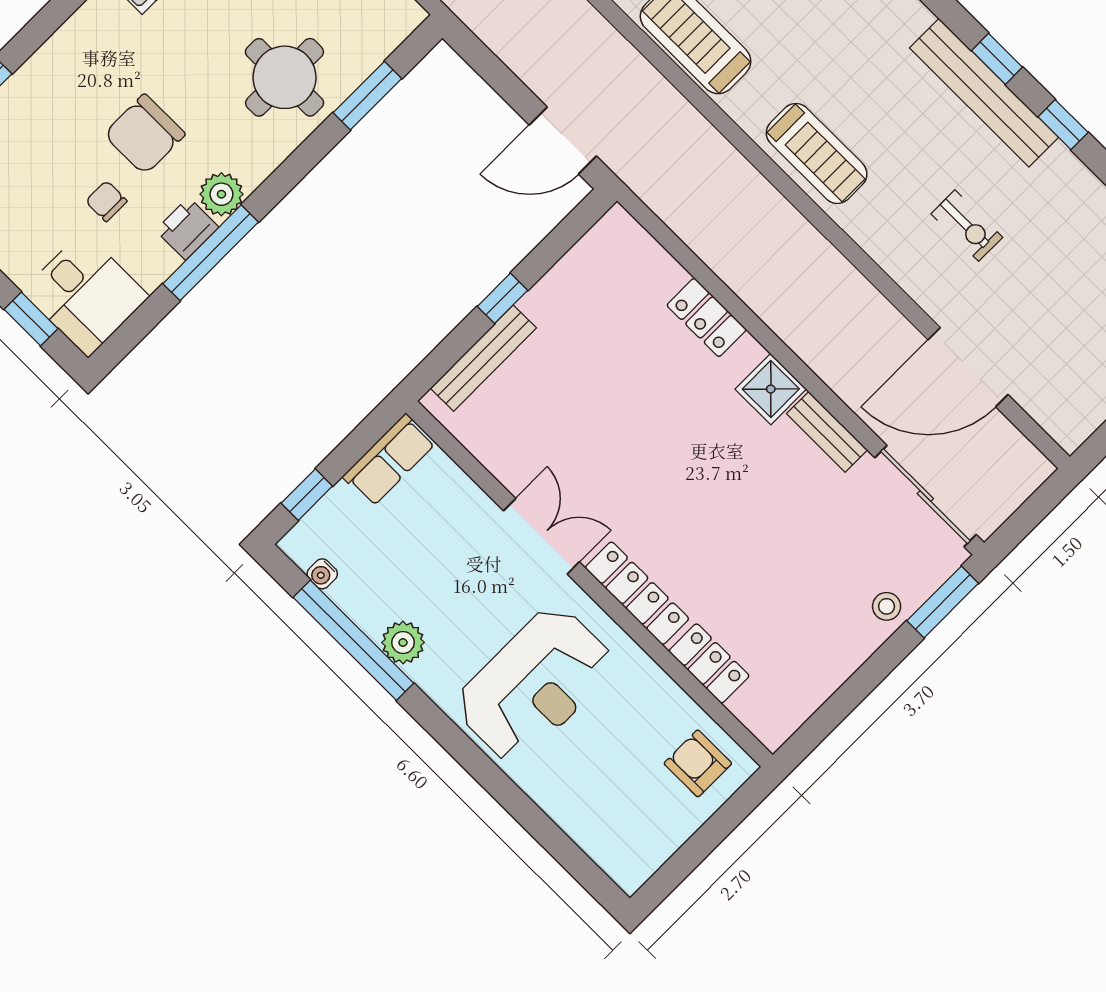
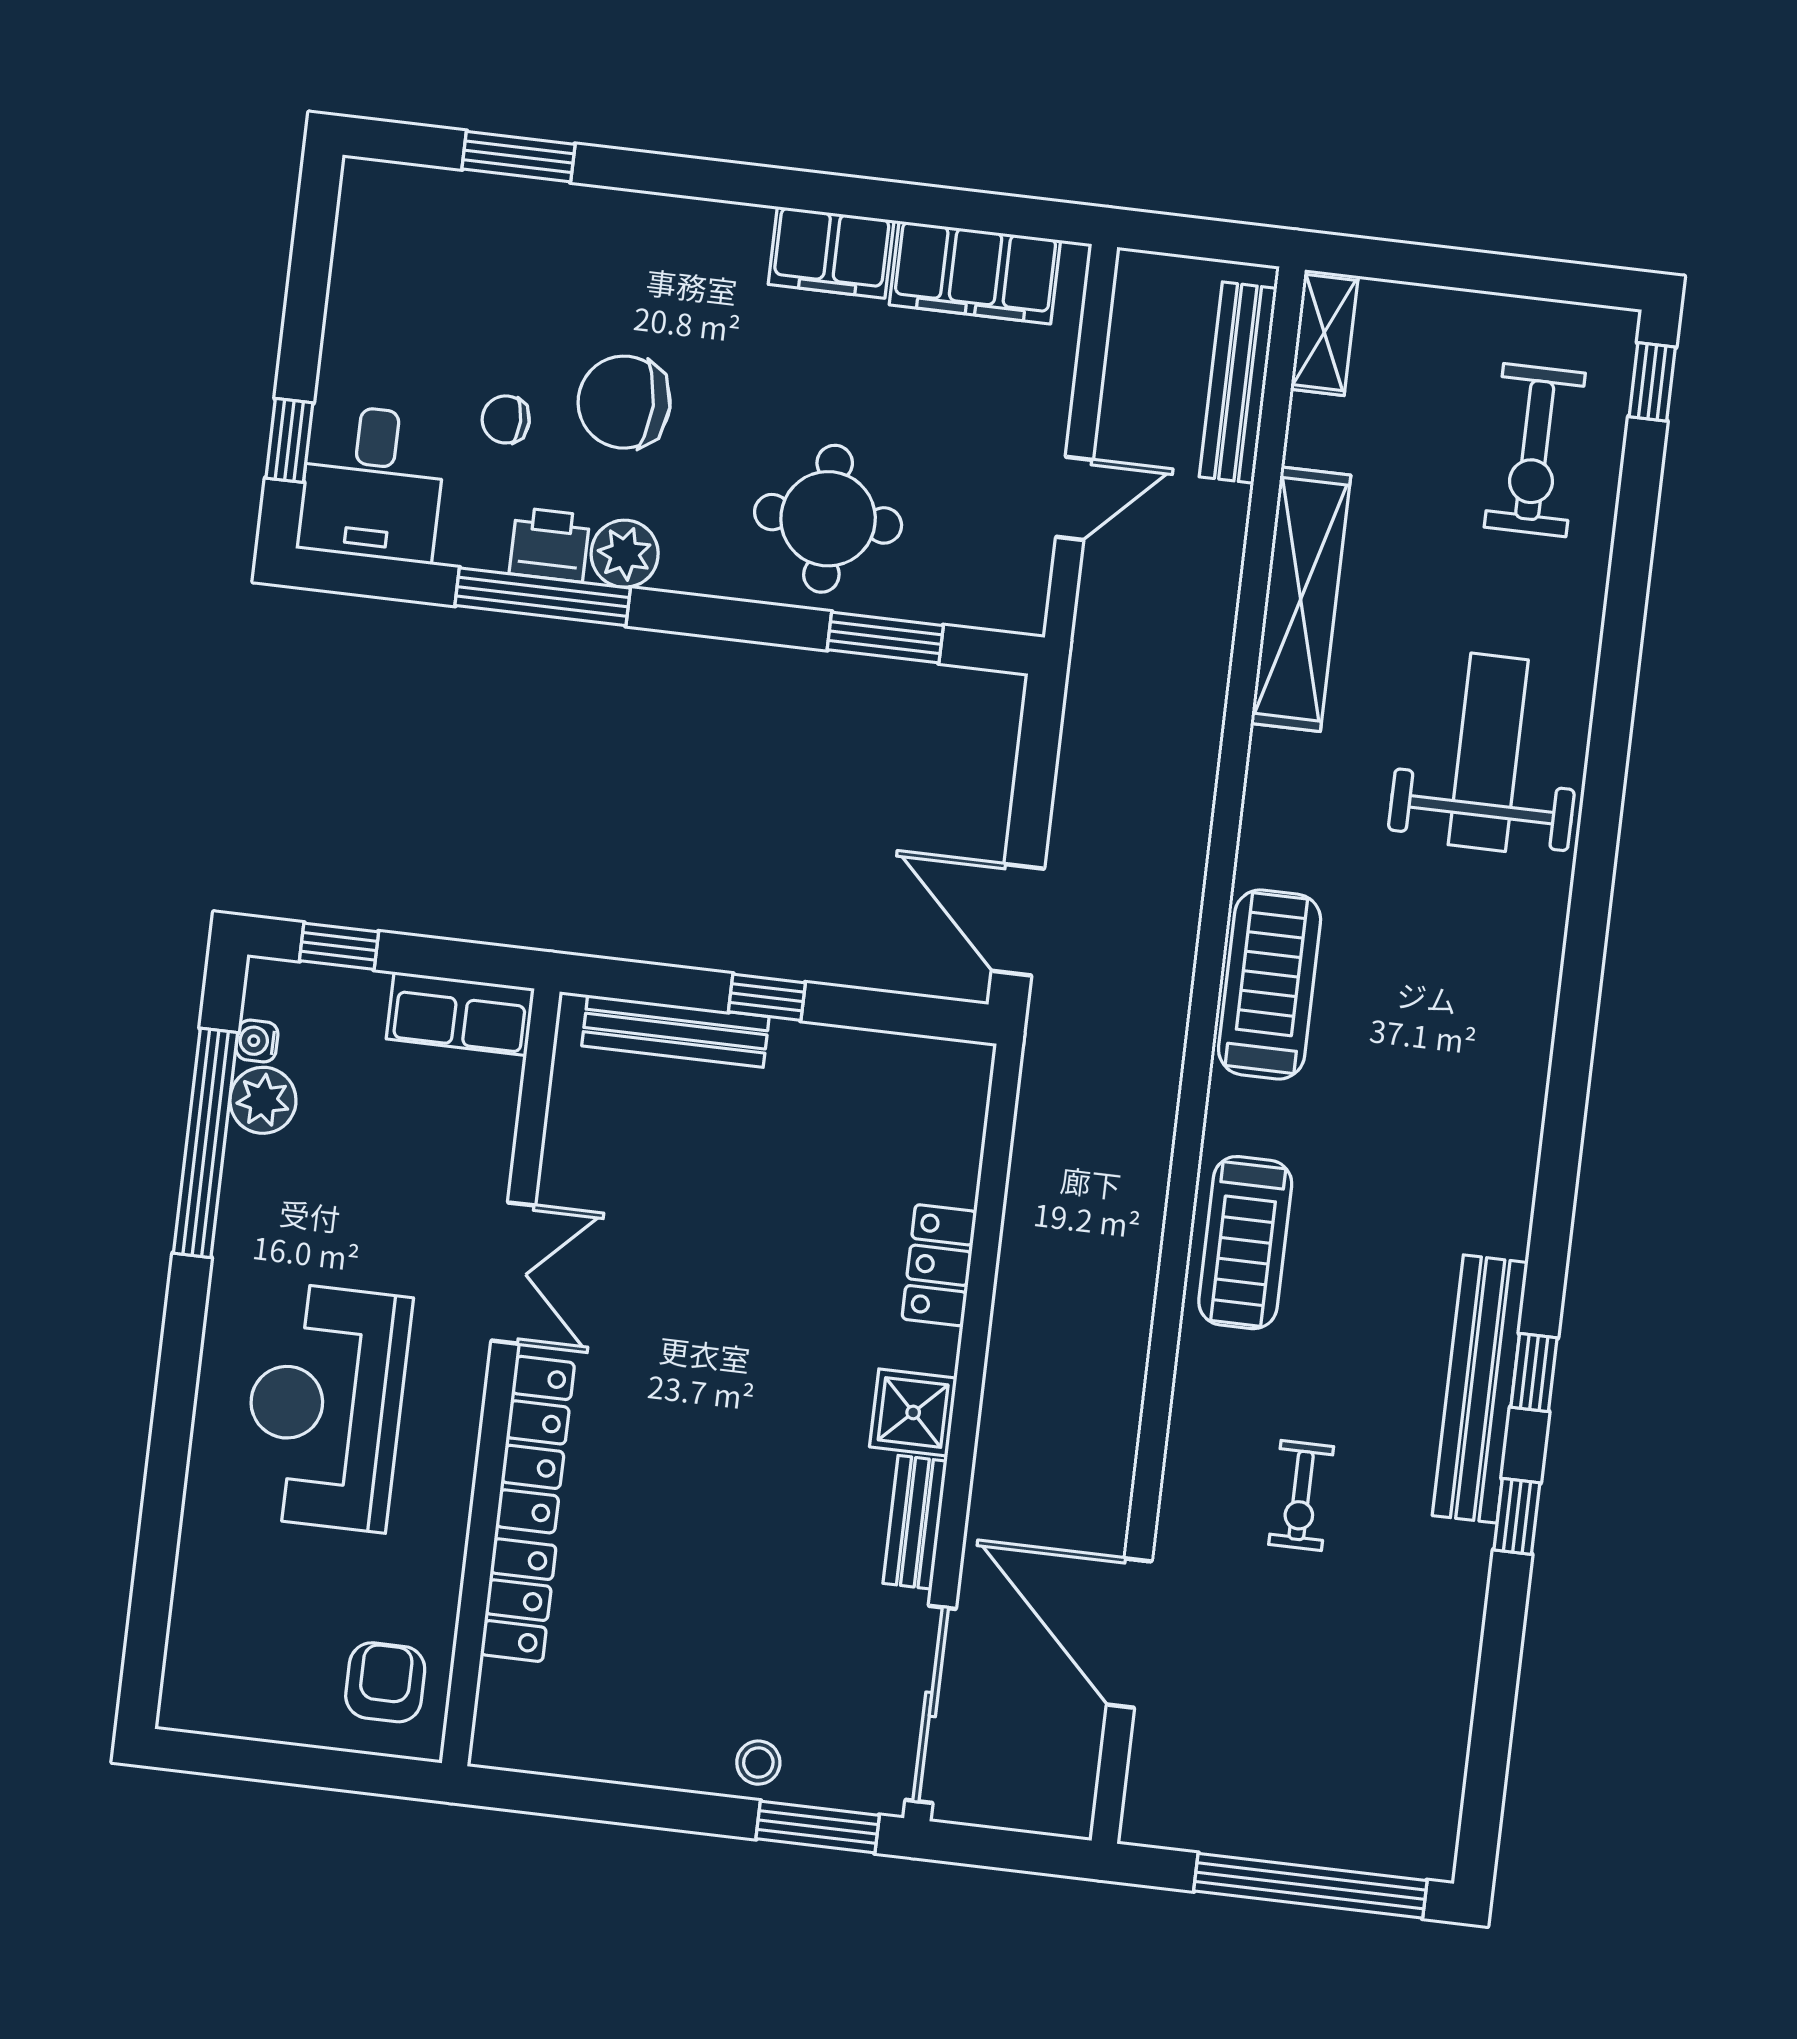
chair: (106, 201) -> (506, 419), turned -90
plant: (403, 643) -> (263, 1100), moved
reception desk: (535, 684) -> (325, 1407), turned 90

